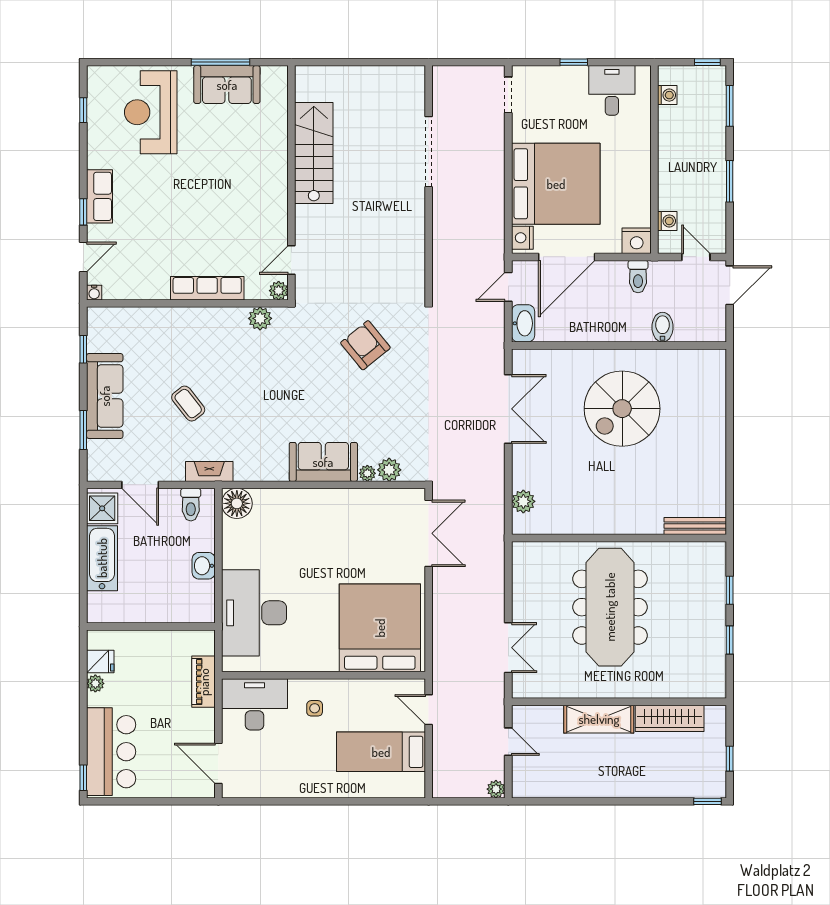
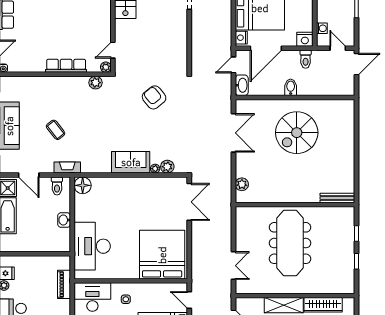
bidet: (663, 327) -> (291, 87), moved

